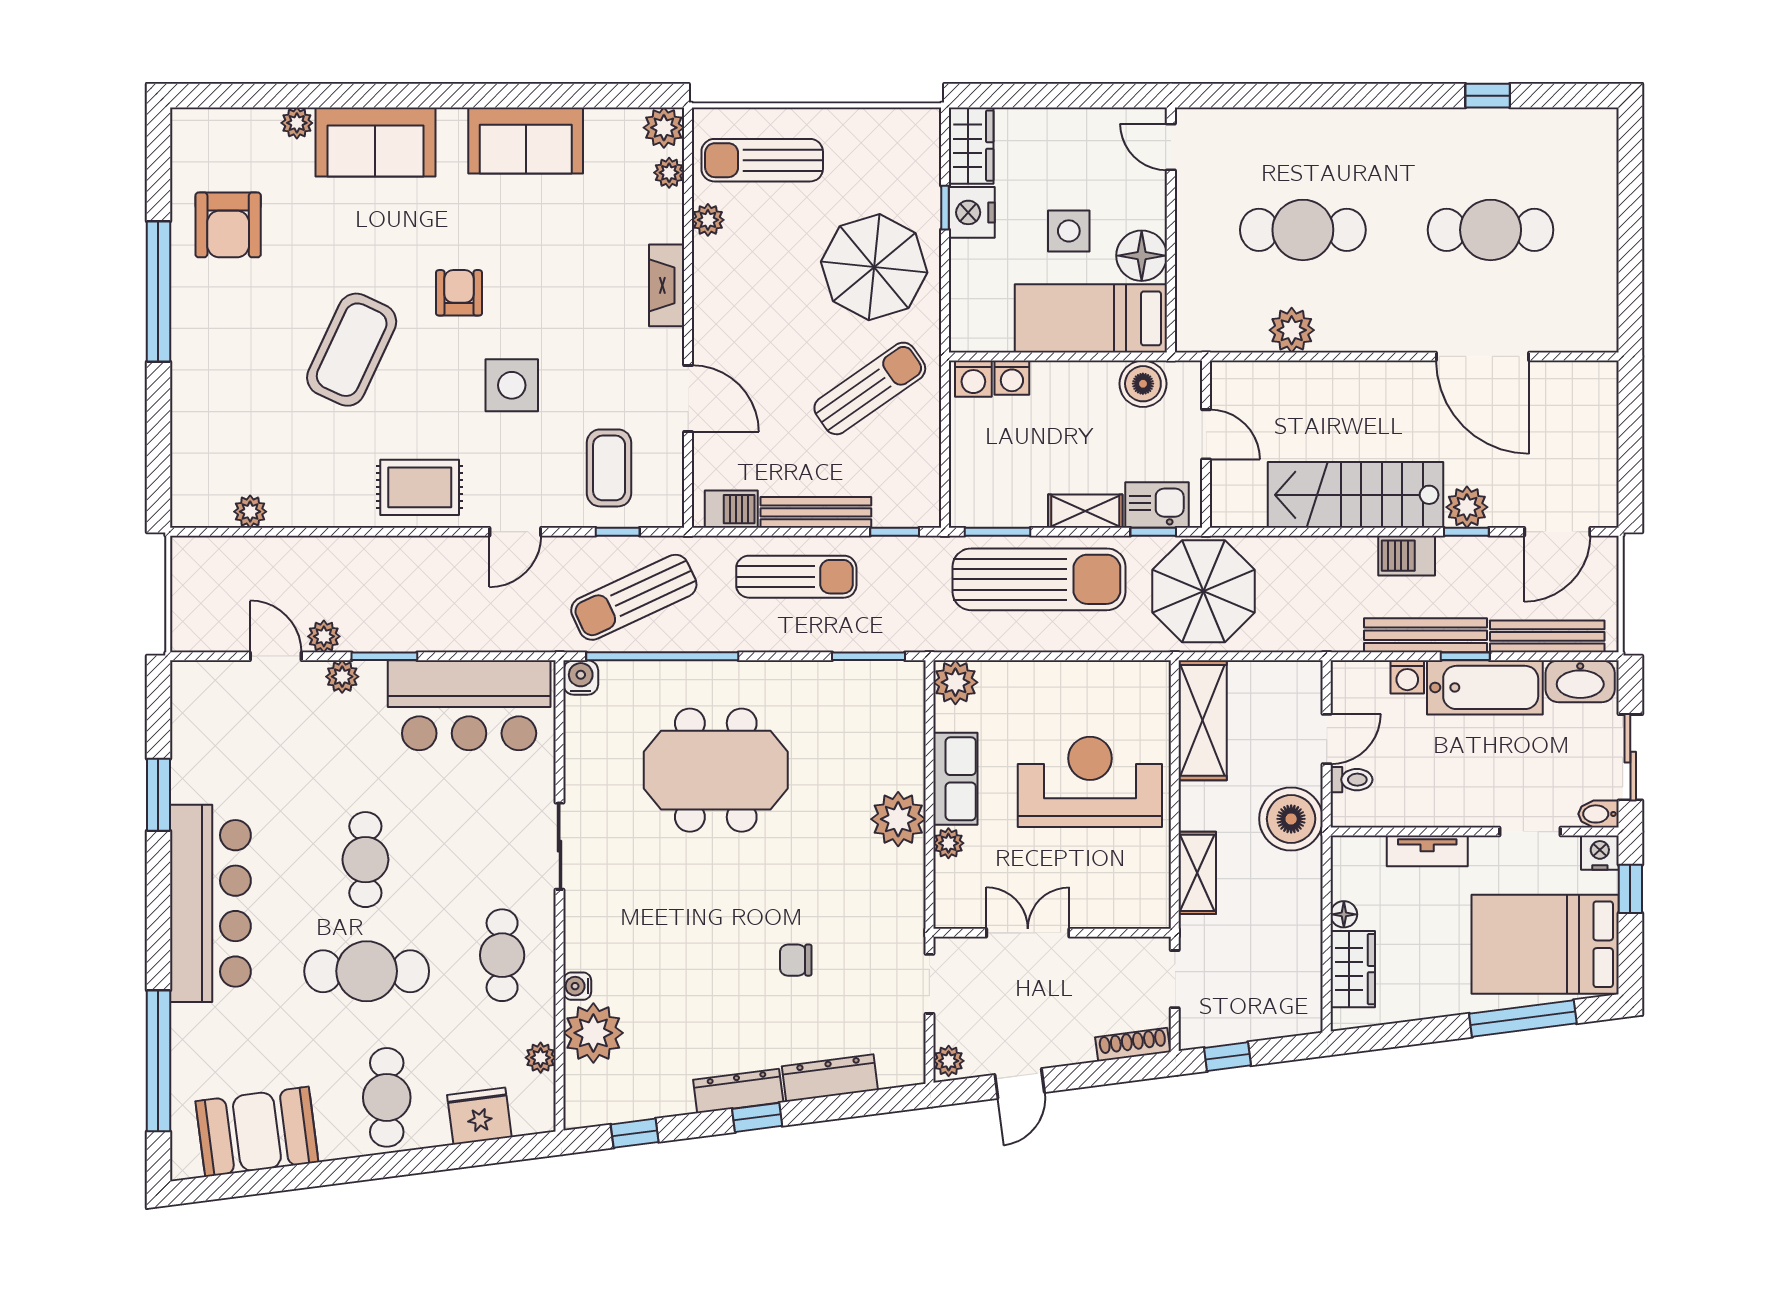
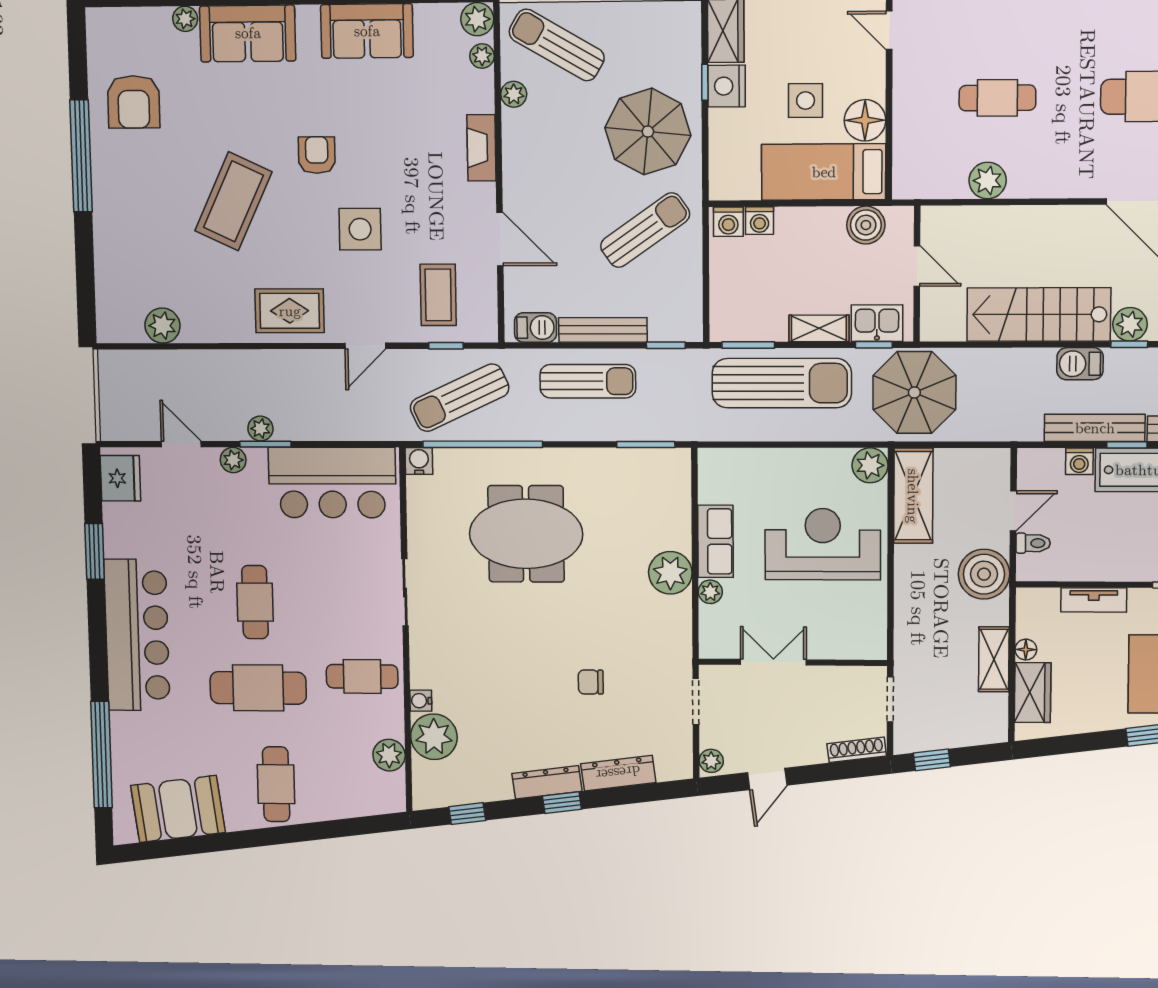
sun lounger: (762, 160) -> (557, 45), turned 30
cafe table: (1303, 230) -> (997, 98), width x0.73, depth x0.74
plant: (250, 512) -> (162, 326), width x1.38, depth x1.38
plant: (324, 636) -> (260, 429), moved
plant: (955, 682) -> (870, 465), moved
shelving: (1197, 873) -> (994, 659), moved
cafe table: (502, 955) -> (362, 676), turned 90
plant: (541, 1058) -> (389, 755), width x1.38, depth x1.38
fridge: (479, 1116) -> (120, 478), moved, turned 97

